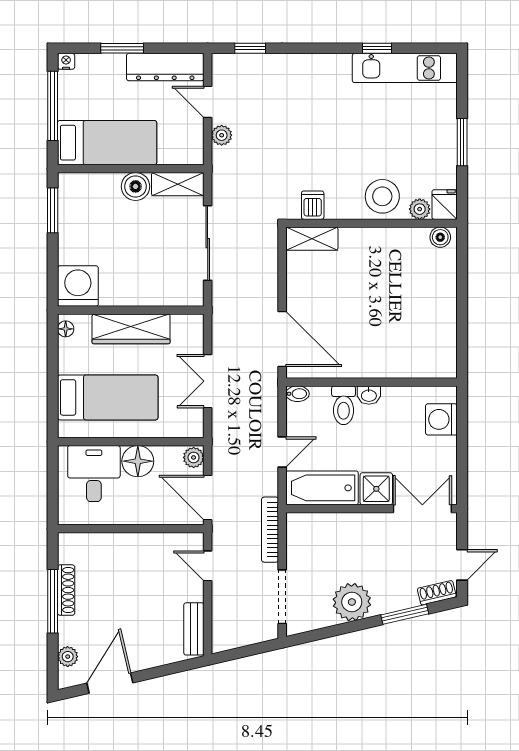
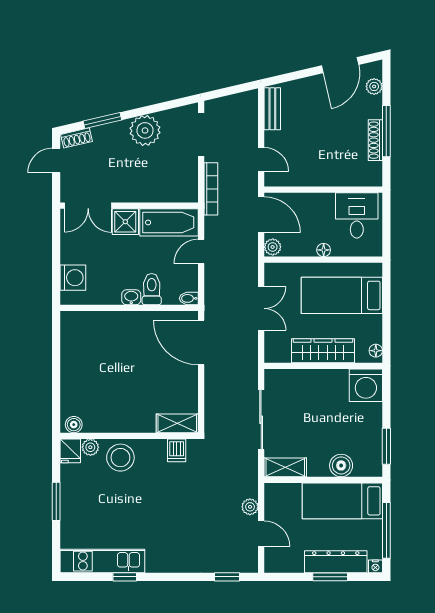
dresser: (165, 67) -> (336, 562), moved
boiler: (136, 186) -> (341, 465), moved
floor lamp: (138, 461) -> (324, 250), width x0.53, depth x0.53
desk: (94, 474) -> (357, 215), moved, turned 180

